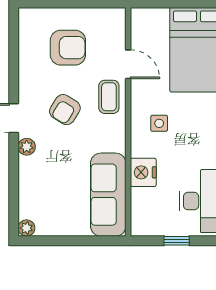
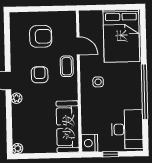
armchair: (65, 110) -> (40, 75), turned 148
nightstand: (143, 172) -> (90, 143), moved

